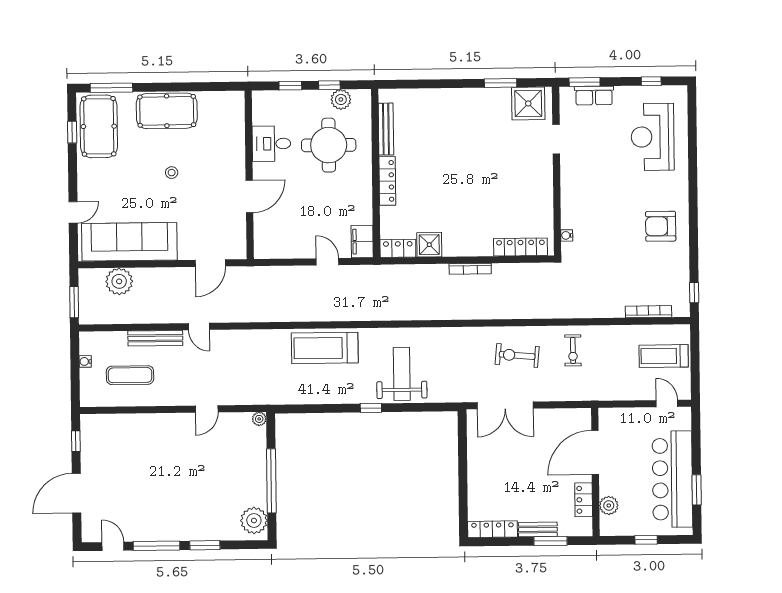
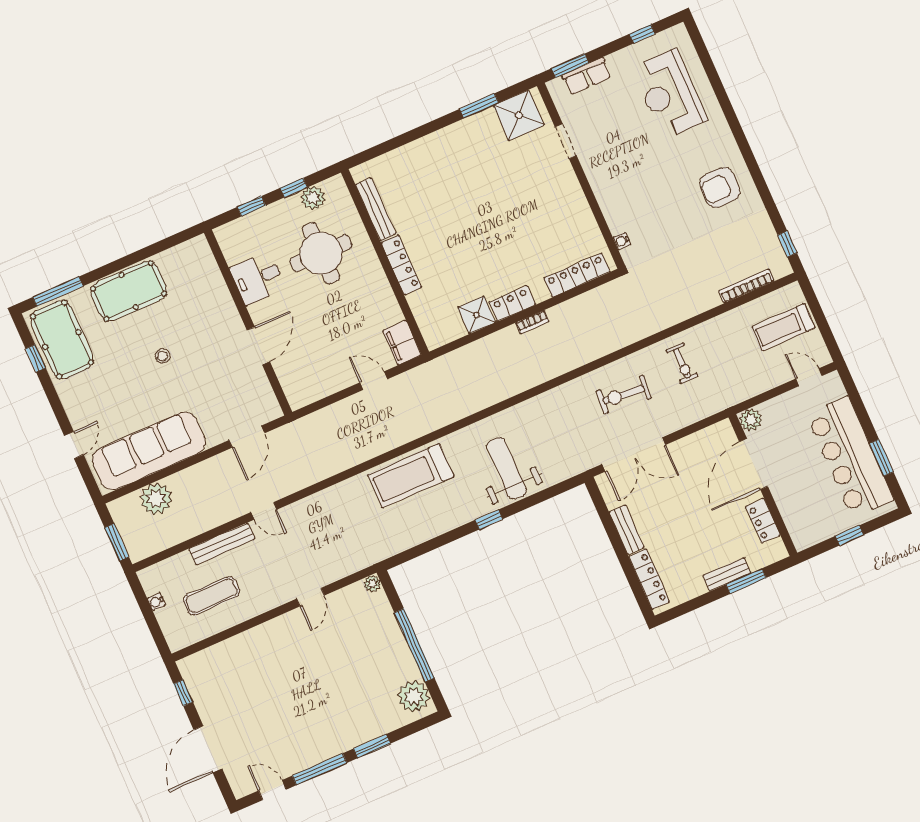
locker: (398, 248) -> (512, 303), moved
bookcase: (470, 269) -> (532, 322), width x0.64
bench: (475, 461) -> (627, 530), added
plant: (609, 505) -> (751, 420), moved
locker: (492, 529) -> (649, 579), moved, turned 90

